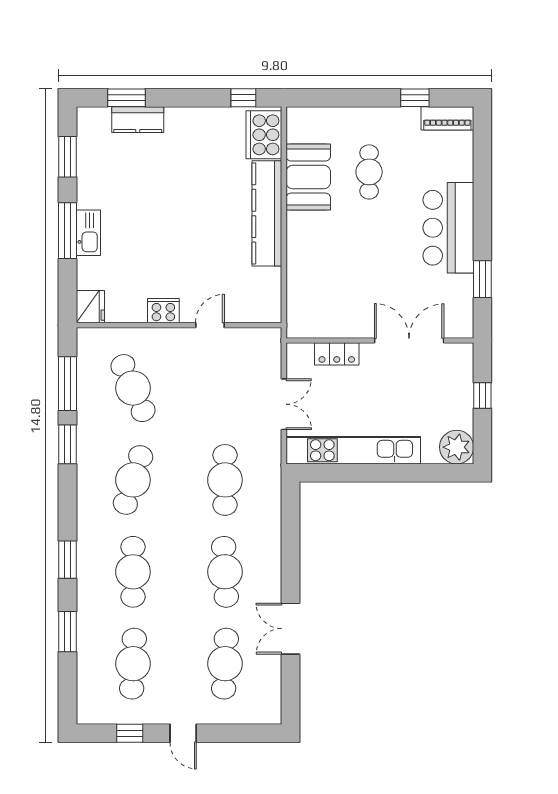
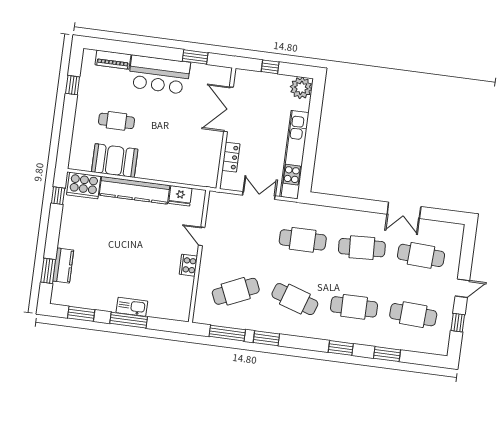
piano: (447, 118) -> (113, 60), moved, turned 90
fridge: (90, 307) -> (180, 196), moved, turned 180

